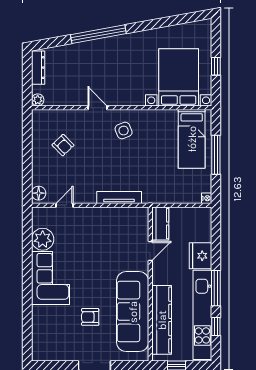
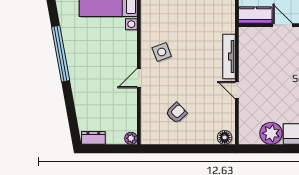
window: (98, 34) -> (61, 54), moved
dresser: (38, 68) -> (93, 138), width x0.70
door: (65, 205) -> (237, 90), moved

